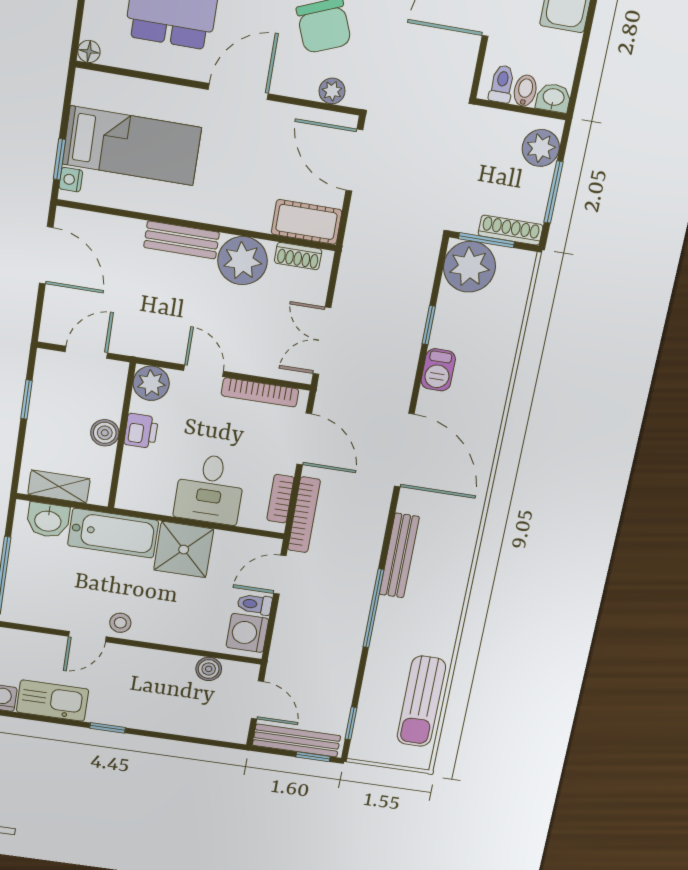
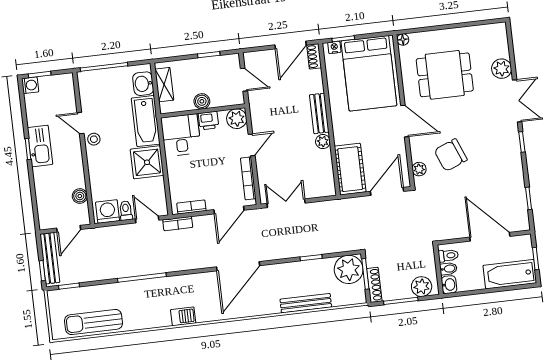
bed: (132, 146) -> (369, 73), width x1.50
cot: (307, 222) -> (350, 169), width x1.37, depth x1.34
shoe rack: (298, 256) -> (314, 56), moved
plant: (243, 261) -> (323, 142), width x0.53, depth x0.53
barbecue: (438, 370) -> (183, 316), moved, turned 180
desk: (210, 489) -> (181, 135), moved, turned 90
bookcase: (304, 515) -> (178, 224), width x0.64
bench: (399, 556) -> (306, 303), moved
kitchen sink: (53, 701) -> (40, 146), moved

